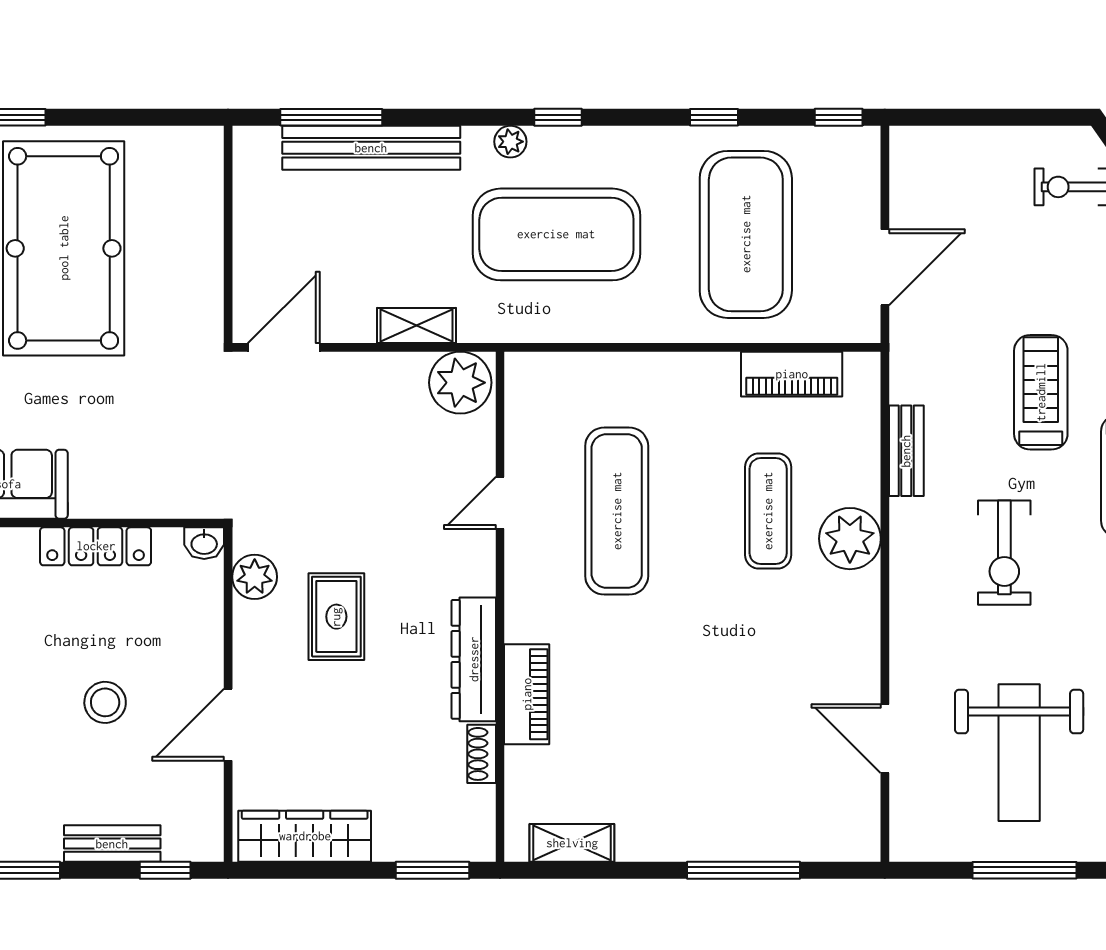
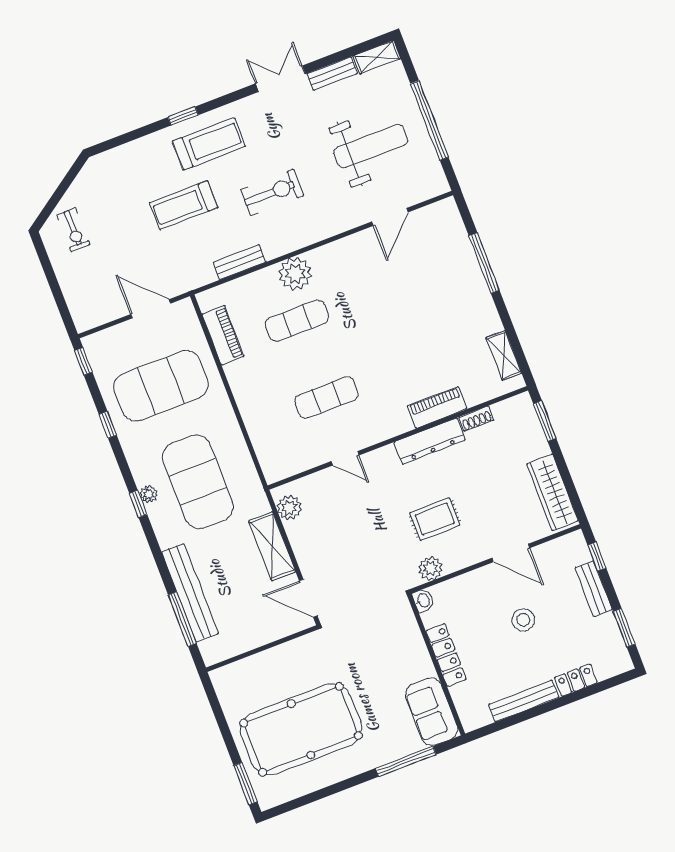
plant: (510, 142) -> (149, 494), moved
shelving: (417, 325) -> (272, 546), width x1.50, depth x1.33
plant: (460, 383) -> (289, 508), width x0.73, depth x0.73
exercise mat: (617, 511) -> (327, 397), width x0.73, depth x0.69
window: (1025, 870) -> (429, 120), width x1.46

